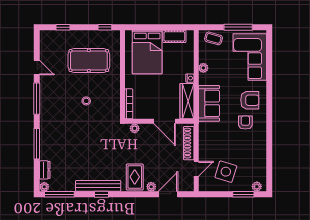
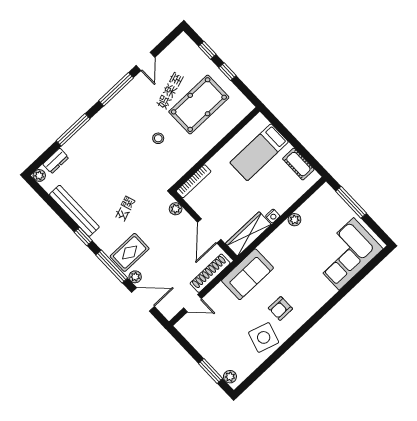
window: (105, 27) -> (227, 72), moved
window: (238, 27) -> (351, 202), moved
coffee table: (214, 38) -> (332, 203), removed
bed: (147, 52) -> (259, 152), width x0.67
pool table: (89, 61) -> (199, 105), turned 90
armchair: (250, 100) -> (305, 293), removed
sofa: (209, 103) -> (247, 274), moved
armchair: (245, 123) -> (280, 308), turned 180
side table: (226, 172) -> (264, 337), moved
bench: (98, 186) -> (74, 211), moved
window: (59, 194) -> (112, 266), moved

